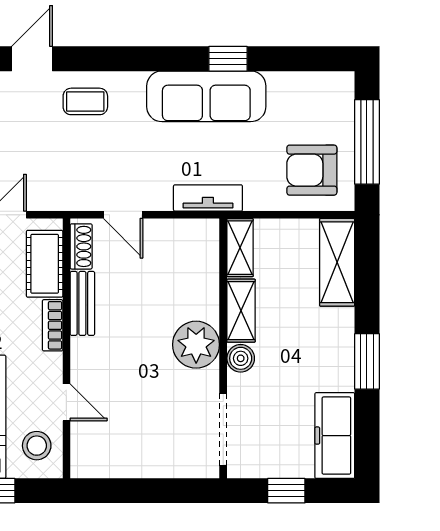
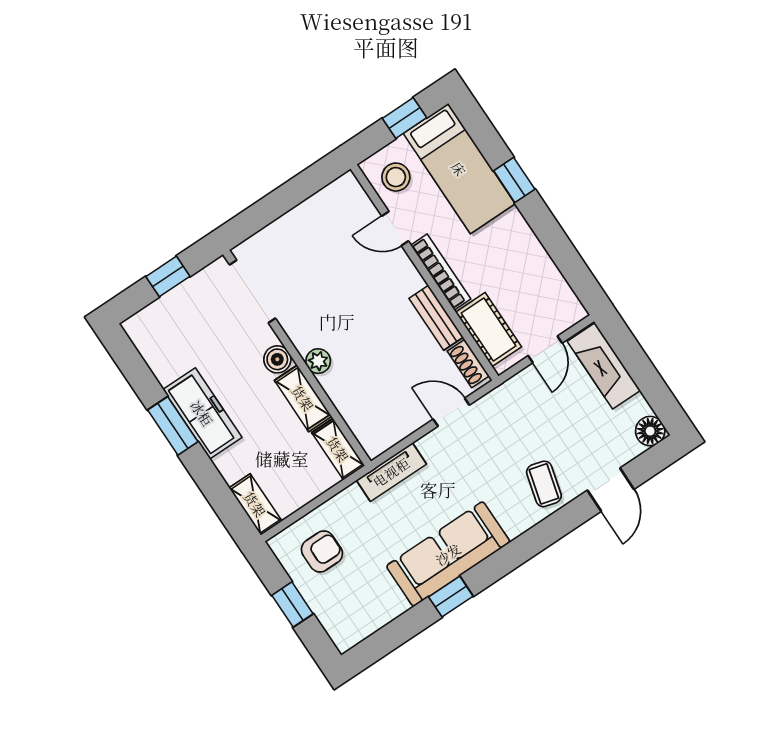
coffee table: (85, 101) -> (544, 484), turned -75
window: (367, 142) -> (292, 605), width x0.46
armchair: (312, 170) -> (322, 552), width x0.72, depth x0.72
shelving: (337, 262) -> (255, 504), width x0.67, depth x0.75
bookcase: (53, 325) -> (441, 272), width x1.56
plant: (196, 345) -> (318, 361), width x0.53, depth x0.53
freezer: (335, 436) -> (202, 413), moved

